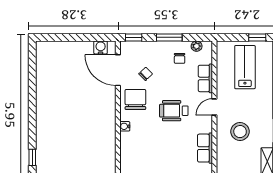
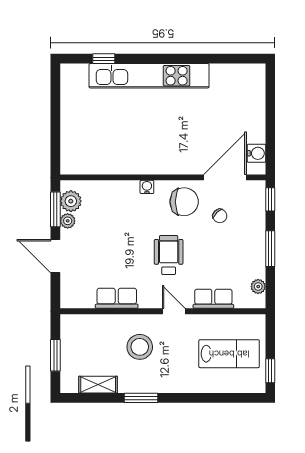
chair: (180, 58) -> (241, 263), removed
kitchen unit: (45, 125) -> (149, 76), added

